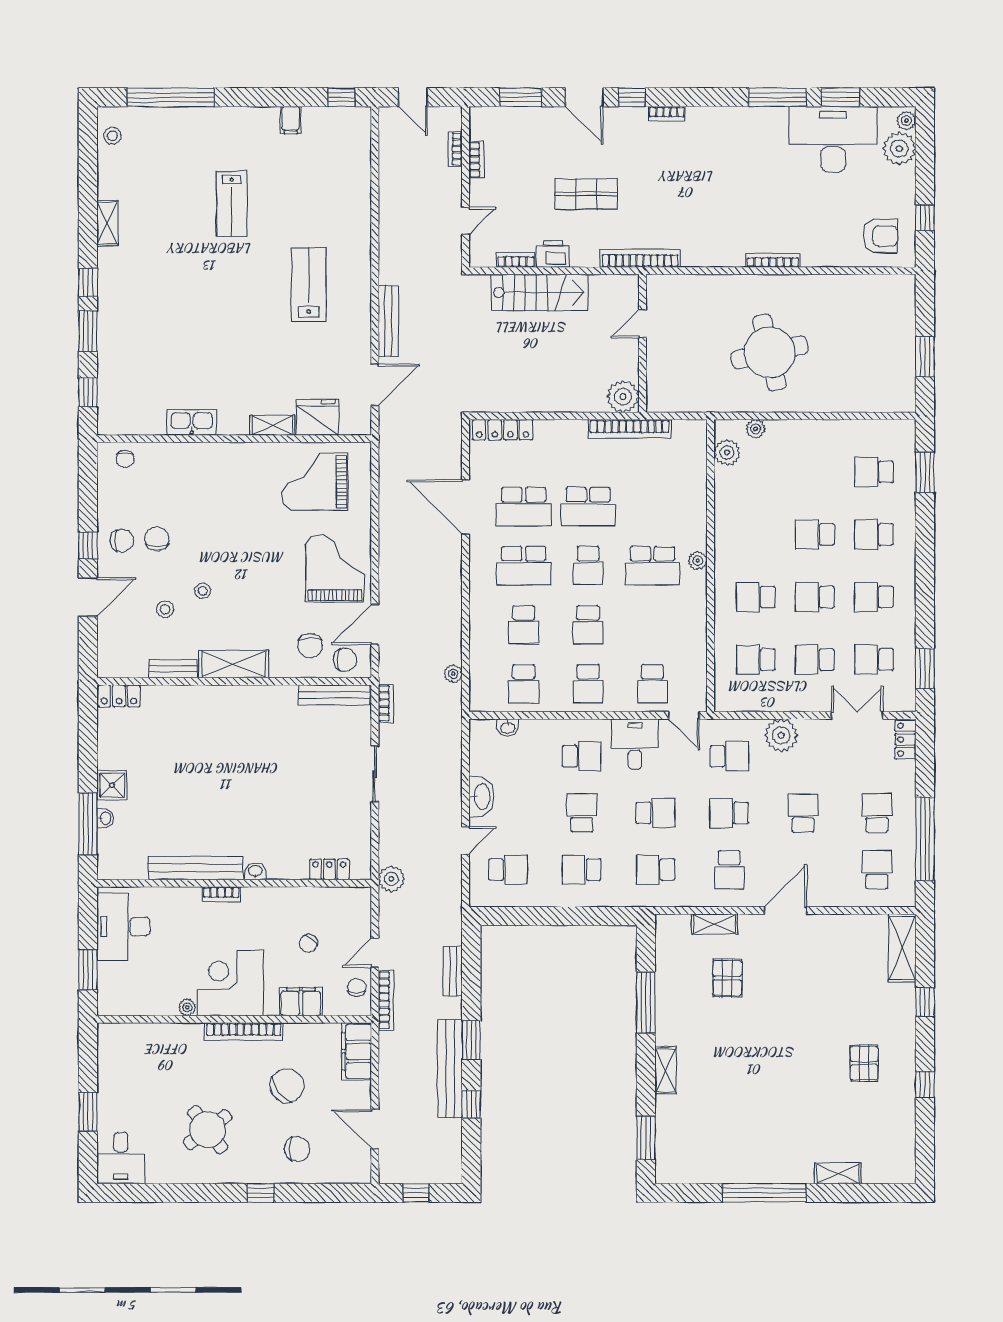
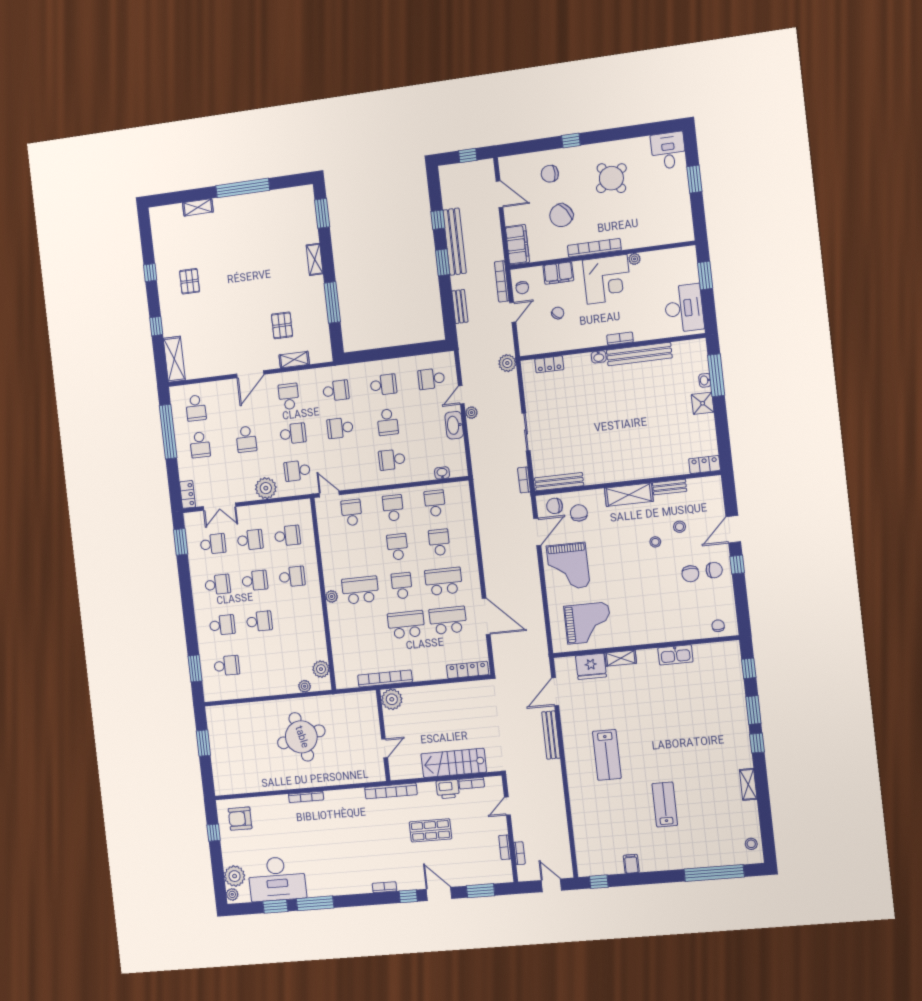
chair: (122, 541) -> (714, 570), turned 180
plant: (453, 674) -> (472, 413), moved
desk: (635, 744) -> (358, 472), removed

